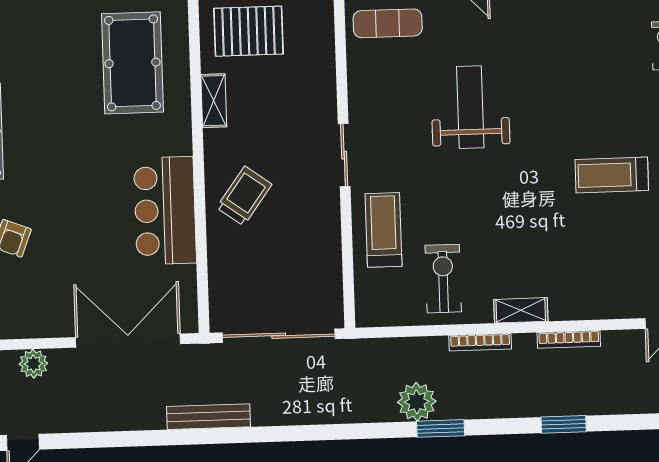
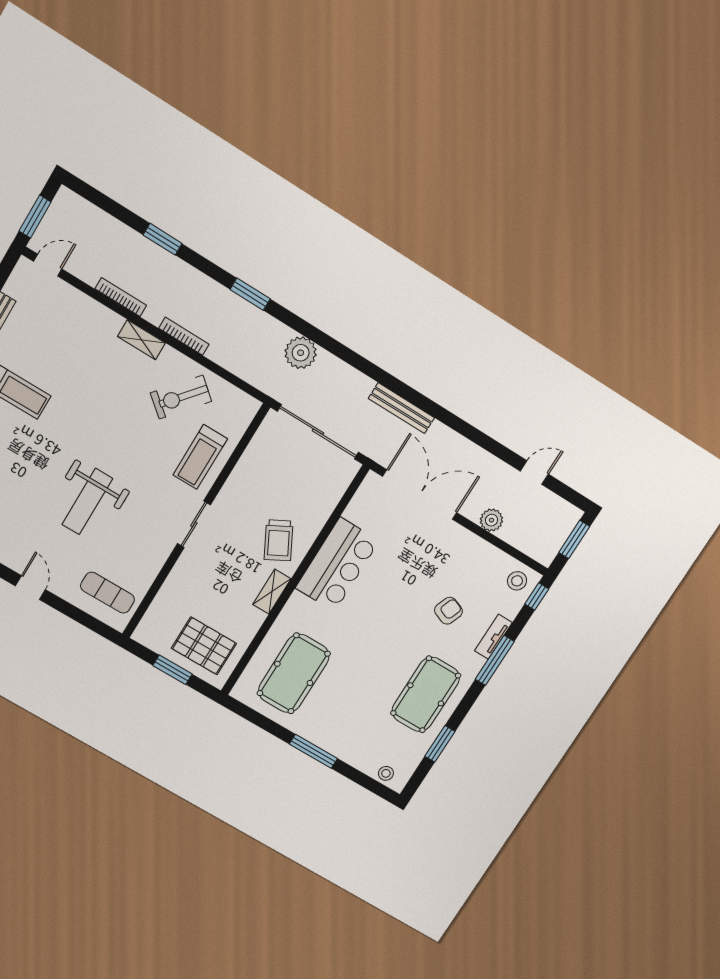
shelving: (214, 101) -> (272, 592), moved
trolley: (244, 196) -> (279, 540), turned -64
exercise bike: (443, 279) -> (181, 397), turned 40
double door: (128, 341) -> (420, 495), swing flipped
plant: (417, 402) -> (301, 353), moved

